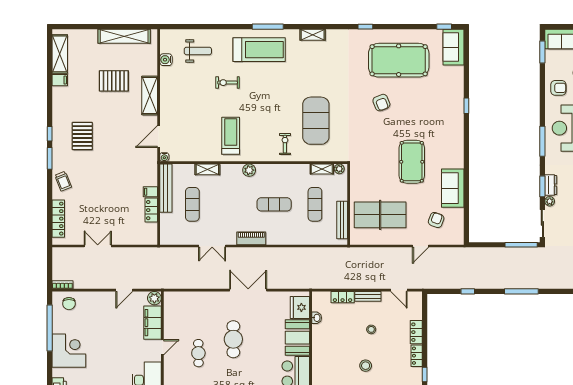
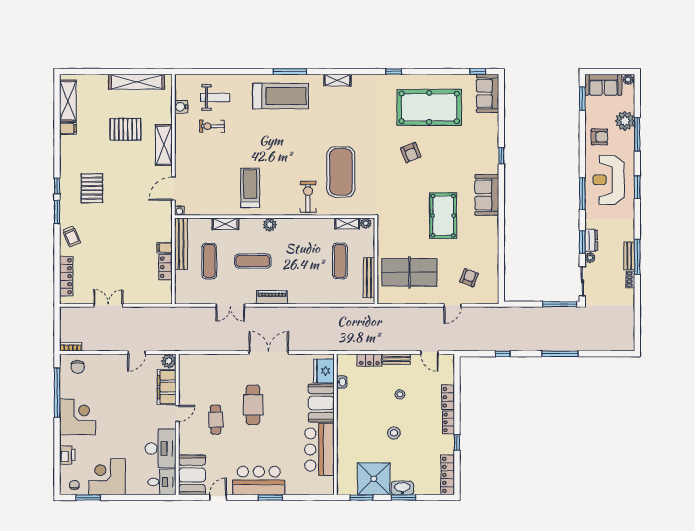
exercise bike: (228, 83) -> (212, 126), moved
exercise bike: (285, 144) -> (308, 197), width x1.38, depth x1.39
sofa: (453, 188) -> (487, 195), moved
exercise mat: (274, 204) -> (253, 261), moved

